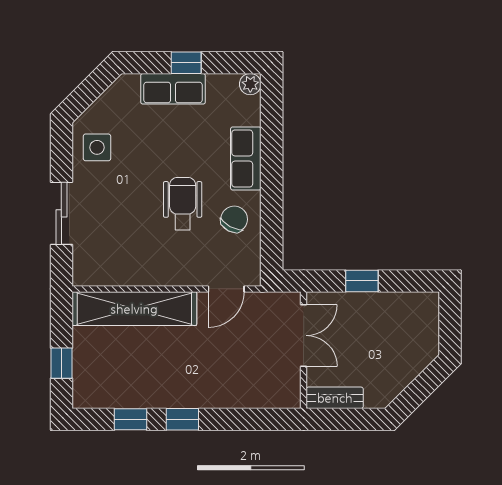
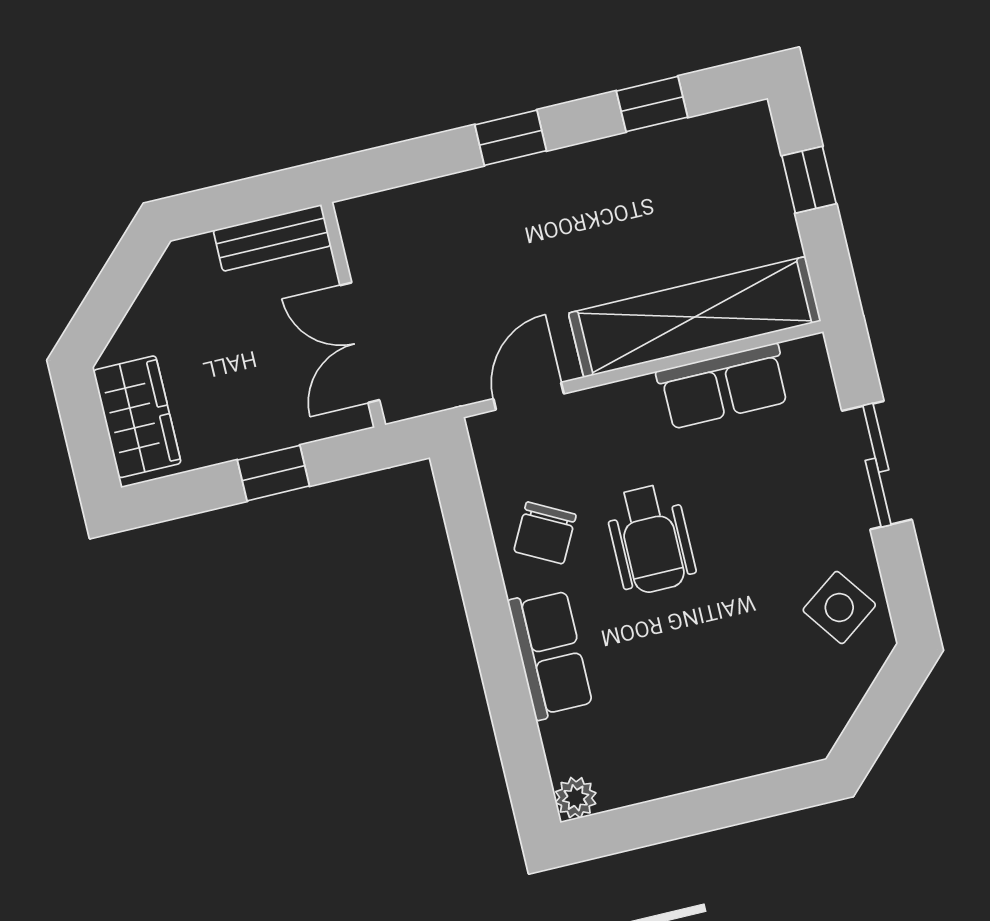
window: (186, 63) -> (708, 809), removed
row of seats: (173, 89) -> (723, 386), moved, turned 180
side table: (97, 147) -> (839, 607), turned -36
wardrobe: (423, 325) -> (137, 417), added
window: (182, 419) -> (511, 138), moved

